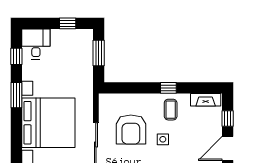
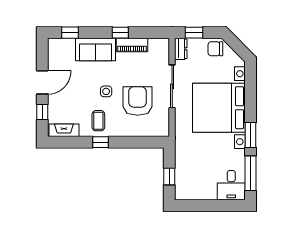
window: (68, 23) -> (200, 206), removed
window: (99, 53) -> (169, 176), width x0.67
window: (16, 56) -> (250, 173), width x2.17

